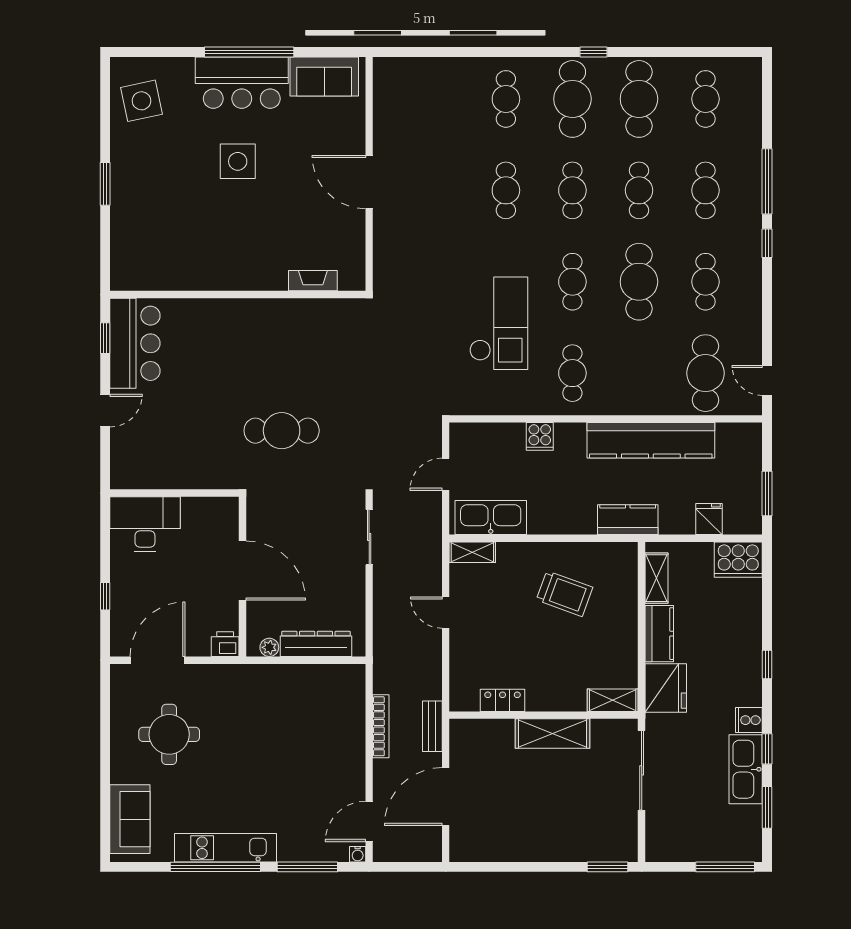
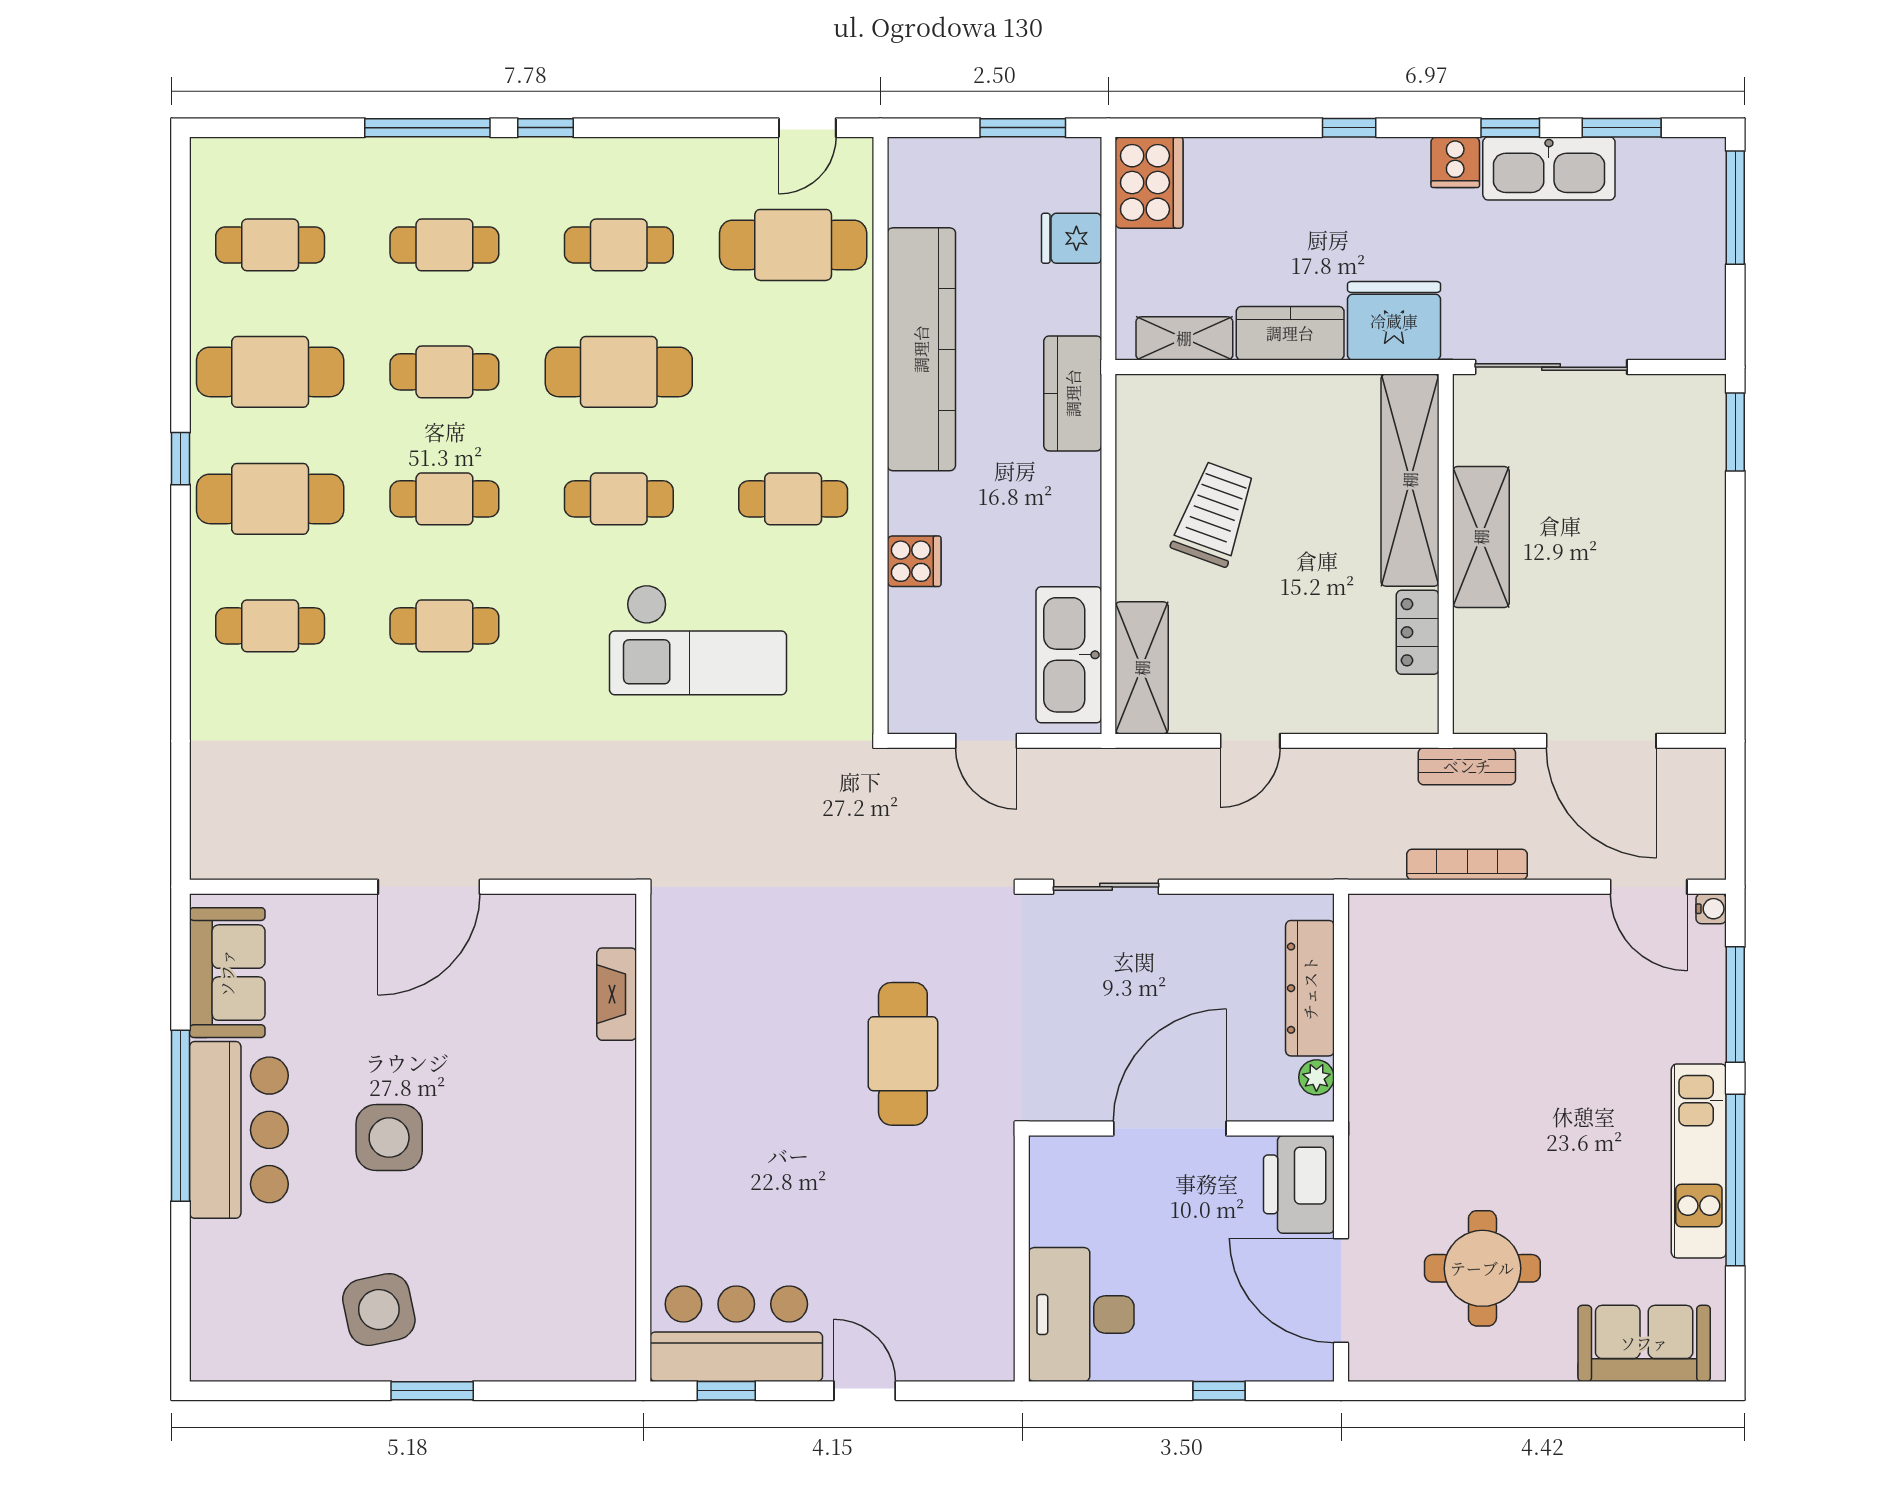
side table: (141, 101) -> (379, 1310), moved
checkout: (499, 323) -> (698, 640), turned 180
shelving: (472, 552) -> (1142, 668), width x1.50, depth x1.33
printer: (225, 644) -> (1299, 1184), width x1.87, depth x1.48
shelving: (613, 700) -> (1410, 480), width x2.20, depth x1.33

